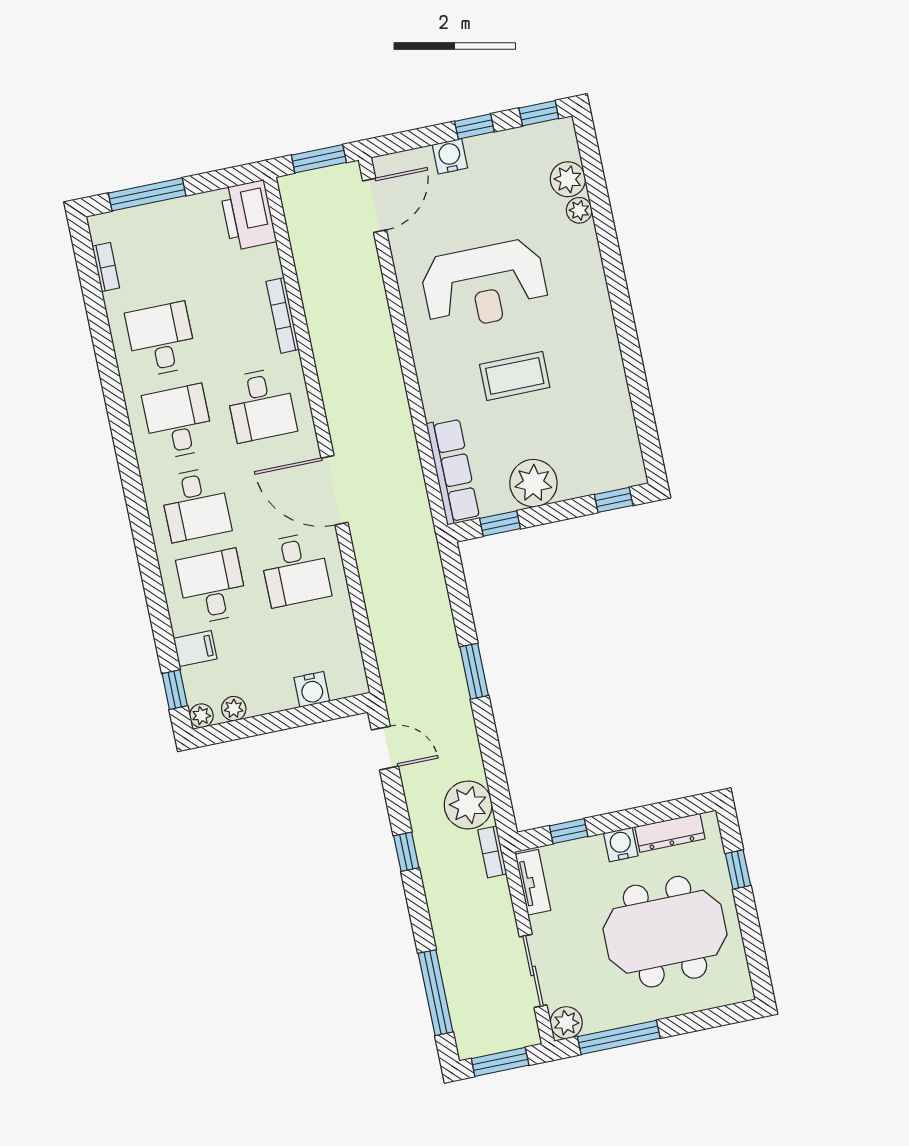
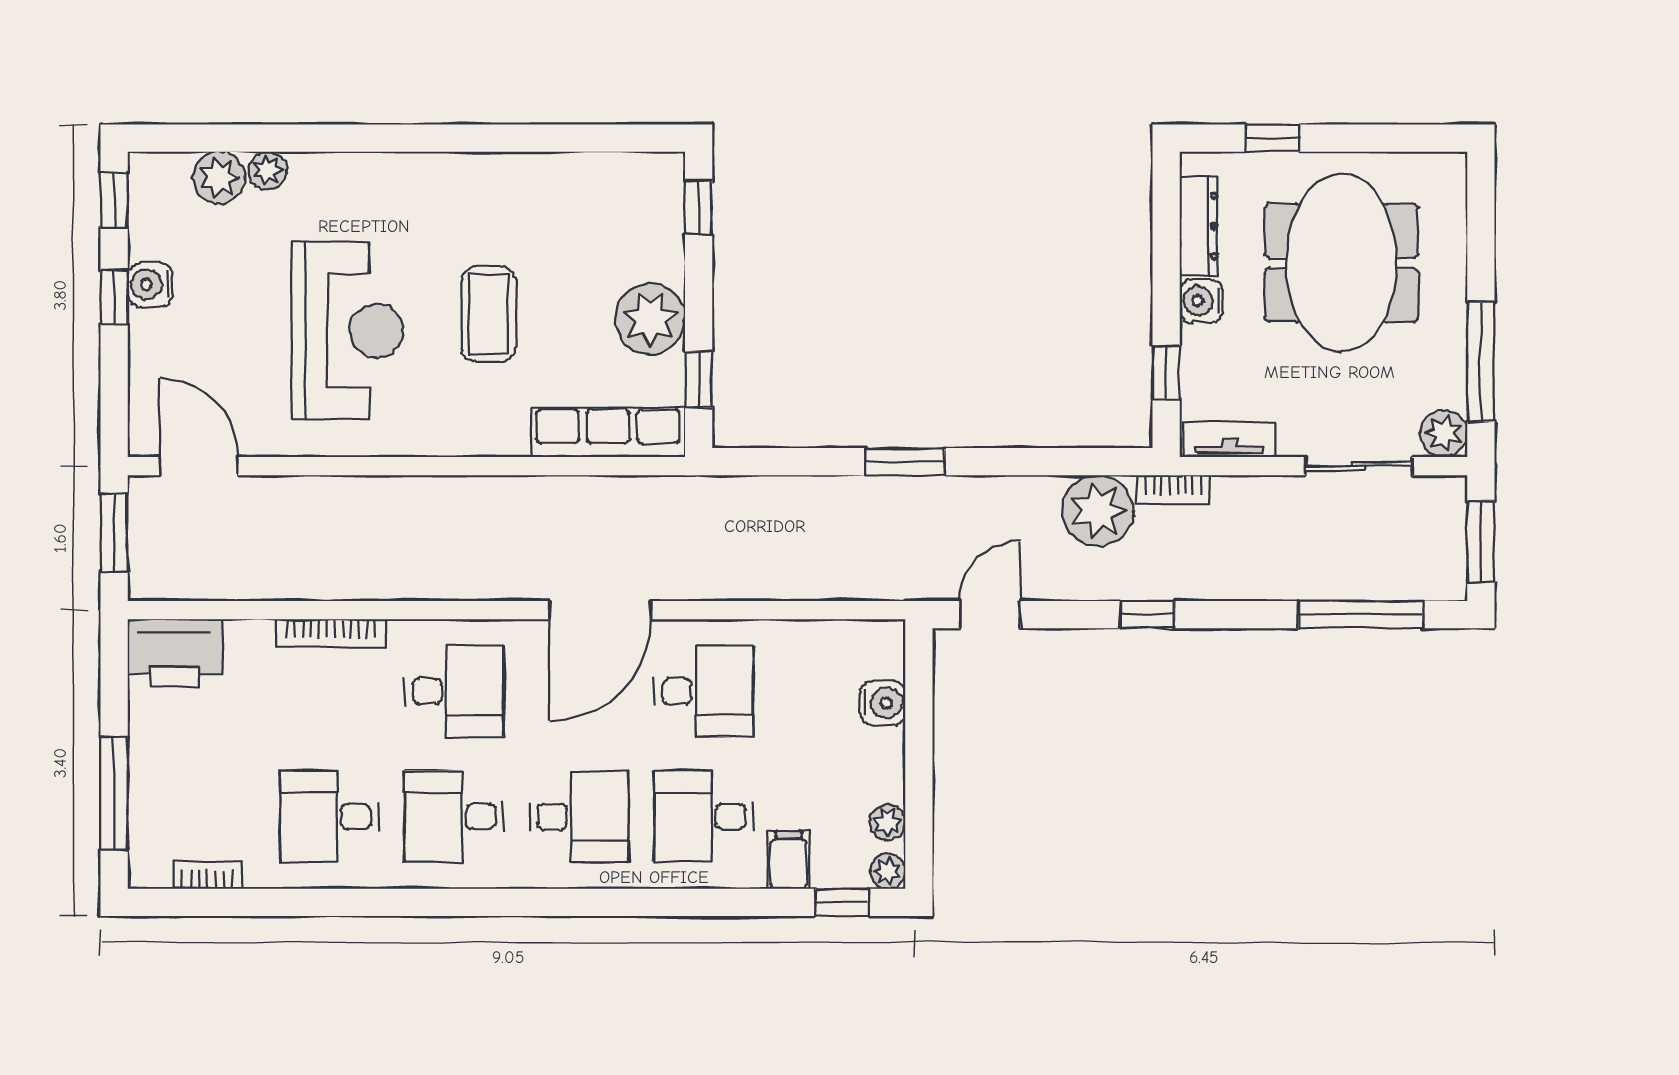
water cooler: (450, 156) -> (150, 284), moved

